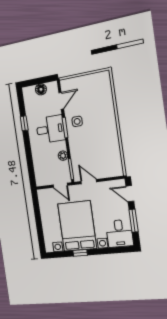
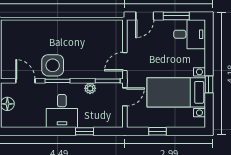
side table: (77, 121) -> (53, 65), width x1.87, depth x1.87
window: (24, 123) -> (84, 131), moved
desk: (50, 129) -> (62, 111), moved, turned 180
window: (37, 215) -> (158, 131), added
bed with nightstands: (77, 226) -> (176, 92), width x0.73

